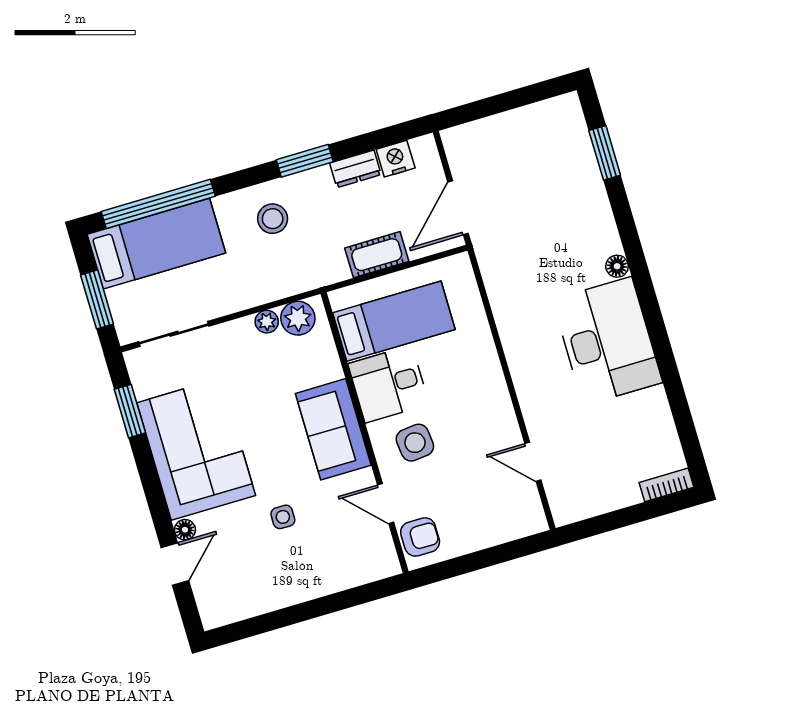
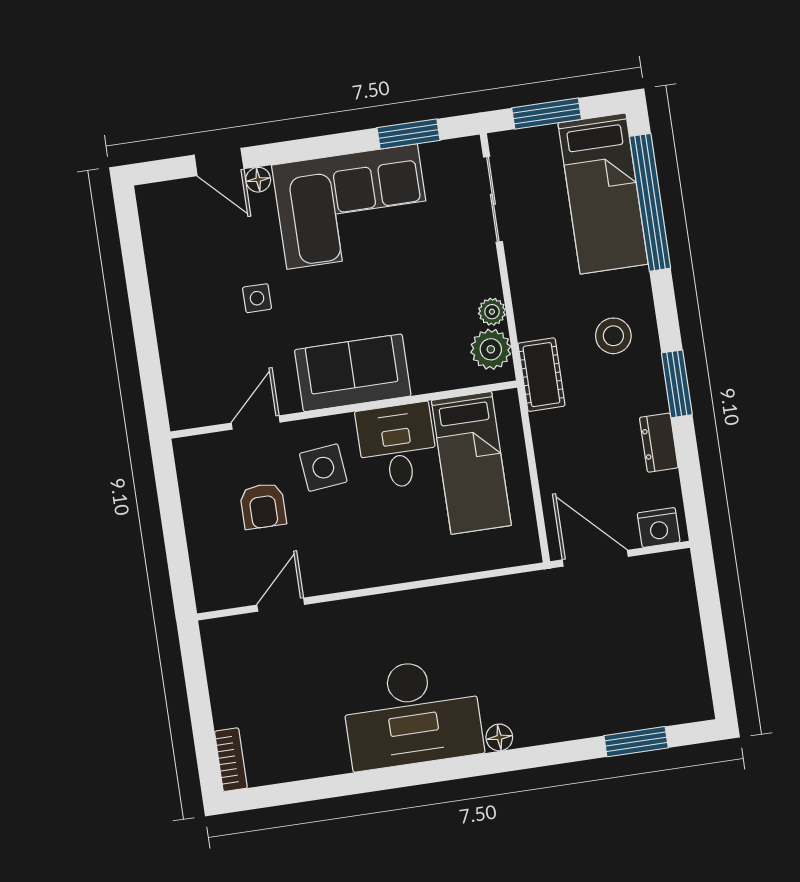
nightstand: (396, 159) -> (659, 527), moved, turned 90
cot: (377, 255) -> (541, 375), moved
armchair: (420, 537) -> (263, 506), moved

